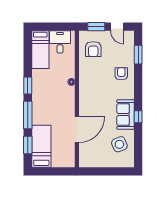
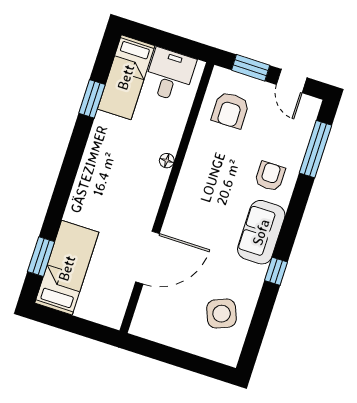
window: (138, 55) -> (315, 149), width x1.44
window: (28, 86) -> (92, 99), moved
window: (28, 115) -> (60, 198), removed
sofa: (126, 115) -> (261, 232), moved

